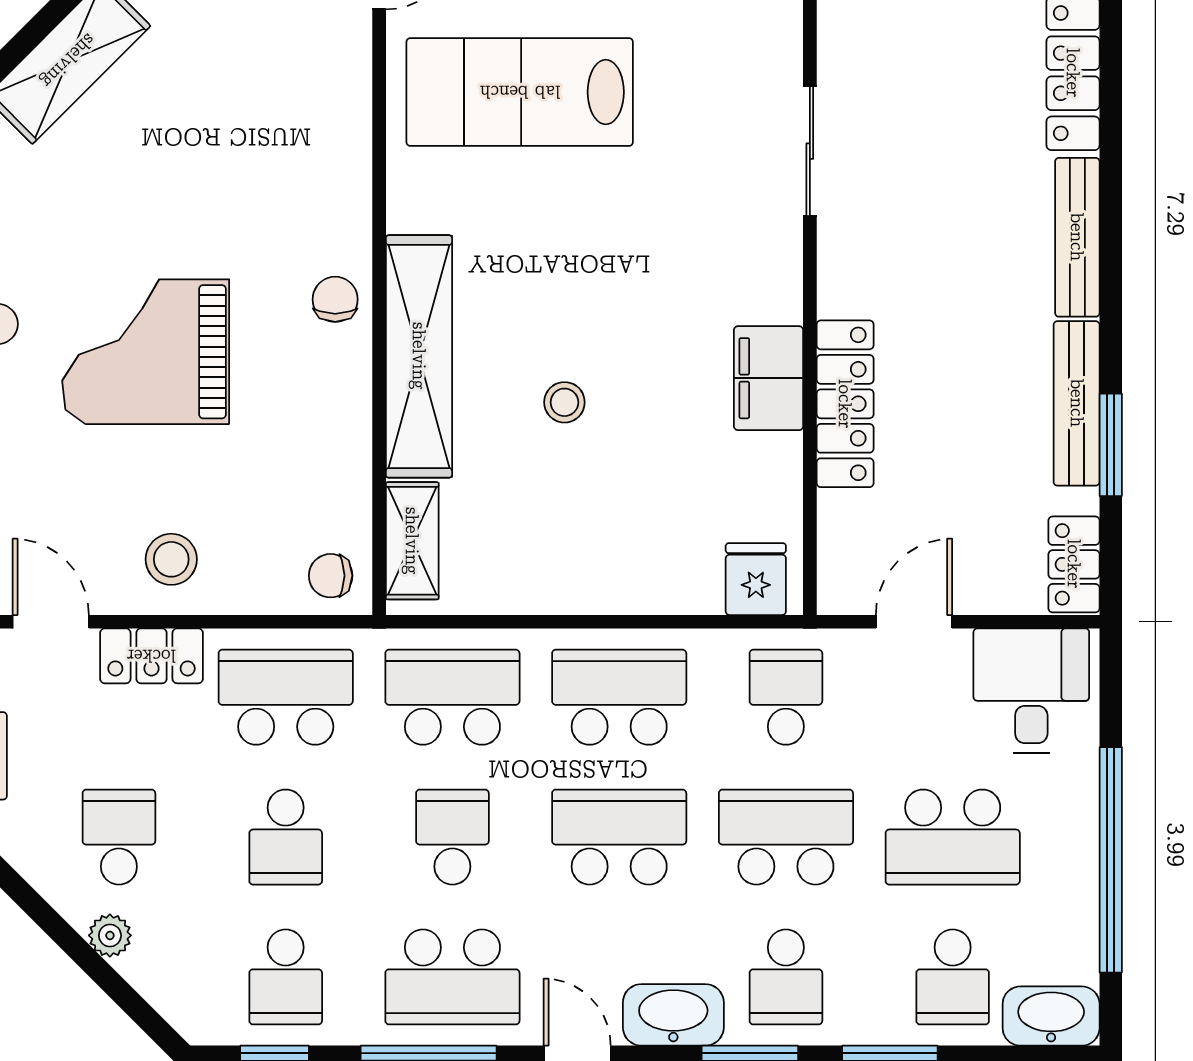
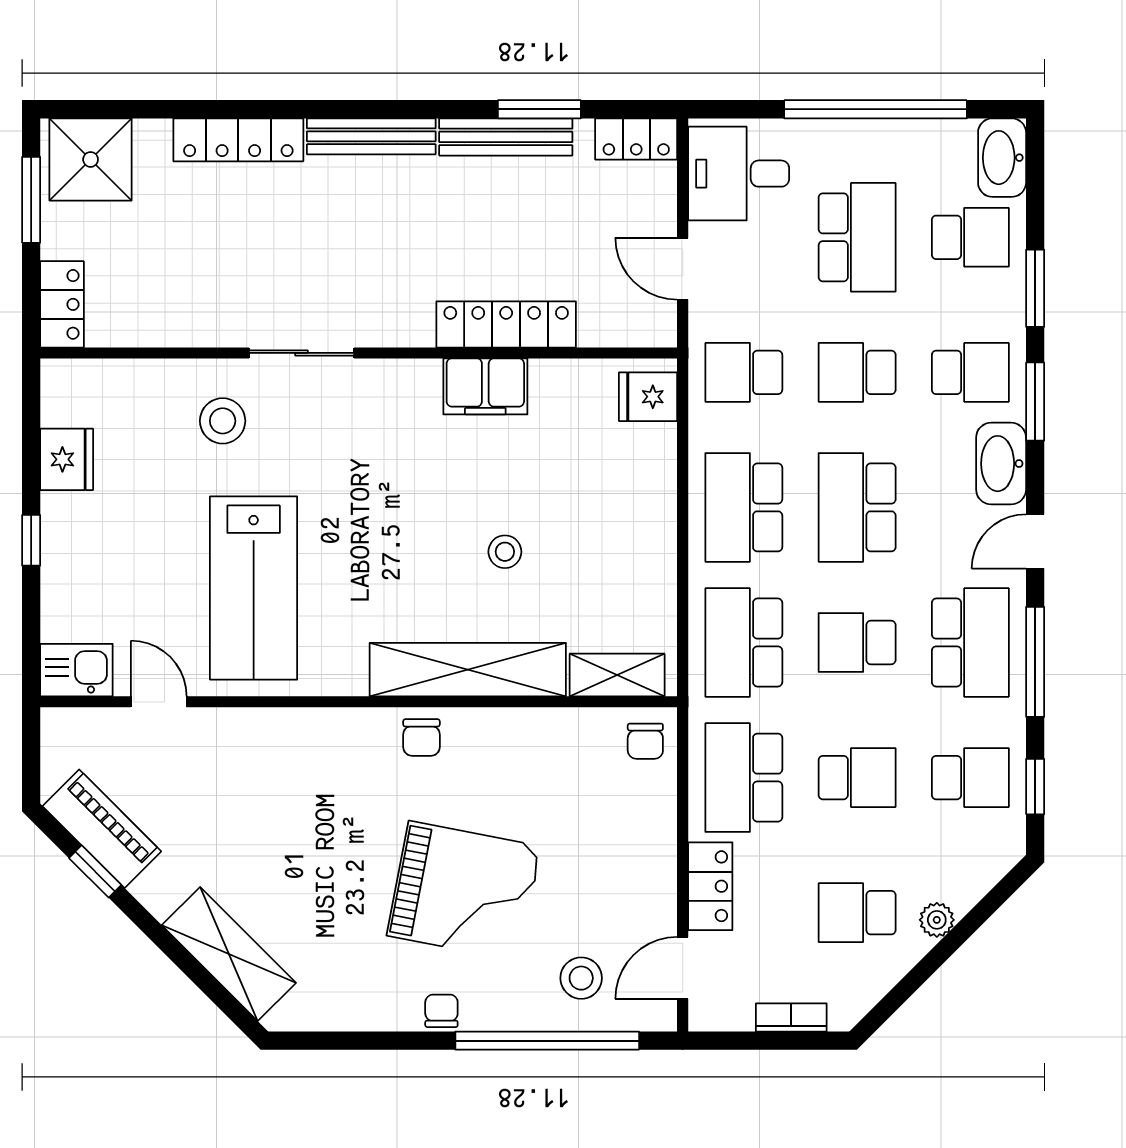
stool: (726, 54) -> (223, 421), added
chair: (335, 299) -> (421, 737), turned -90
grand piano: (146, 352) -> (464, 891), turned -79
stool: (171, 559) -> (581, 978), moved
school desk: (786, 837) -> (857, 372), width x0.54

